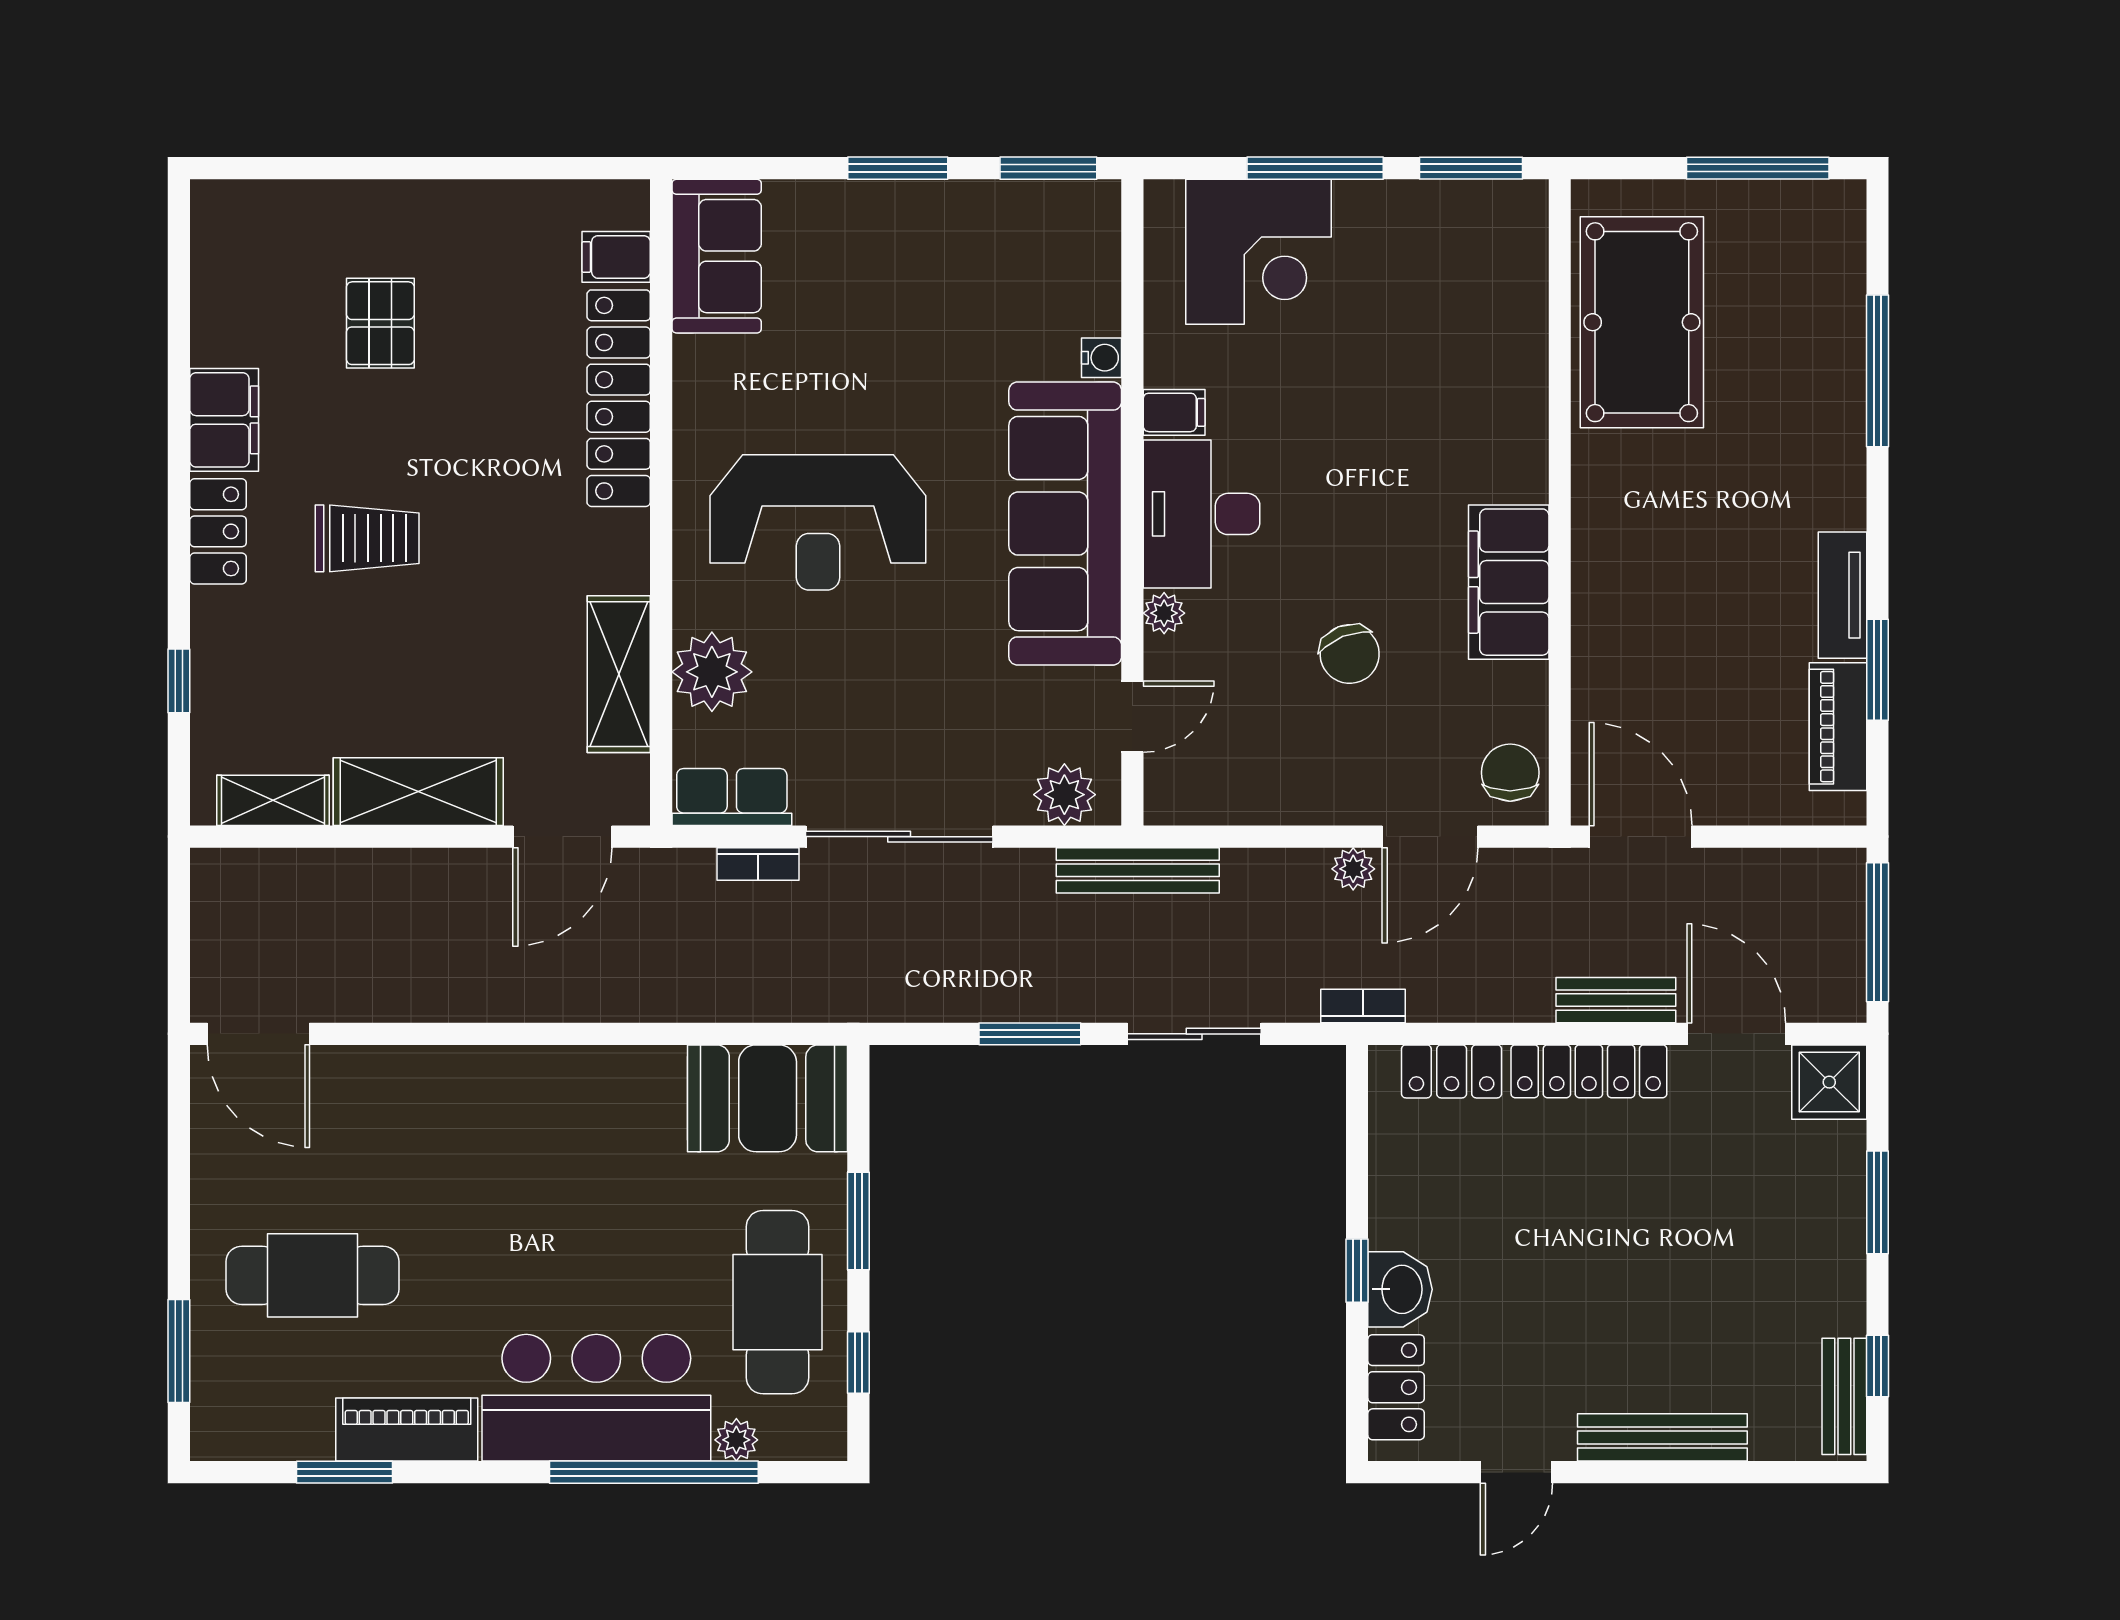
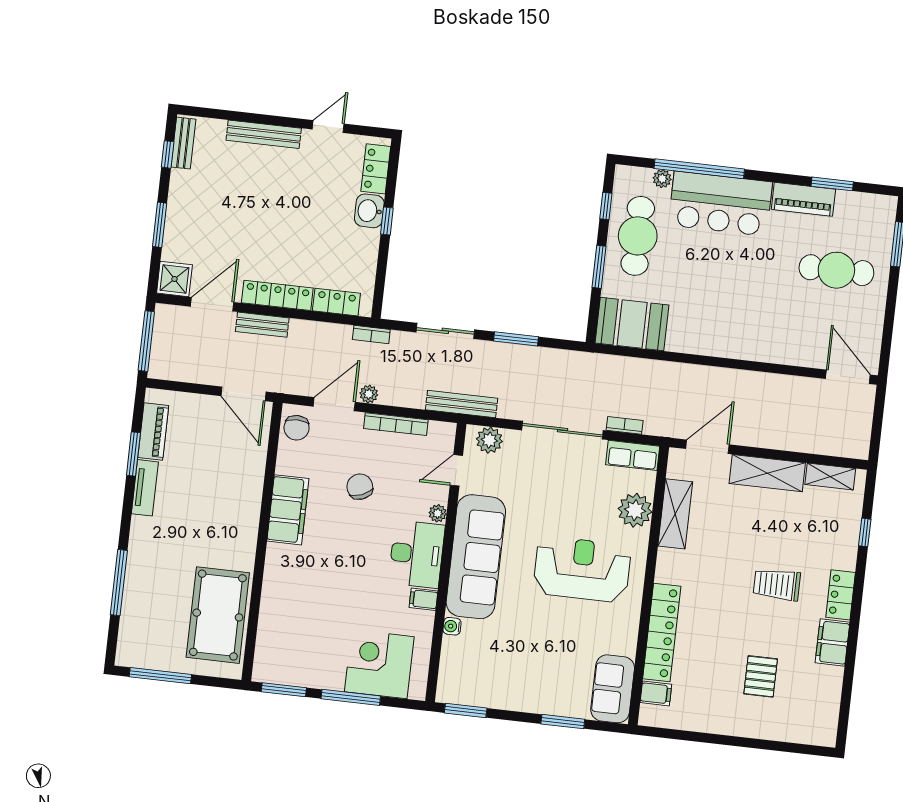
window: (898, 168) -> (563, 722), moved
bookcase: (1283, 807) -> (396, 424), added
door: (1736, 1034) -> (212, 304), swing flipped

